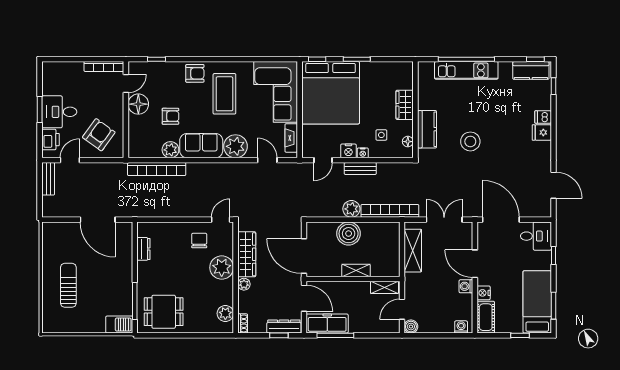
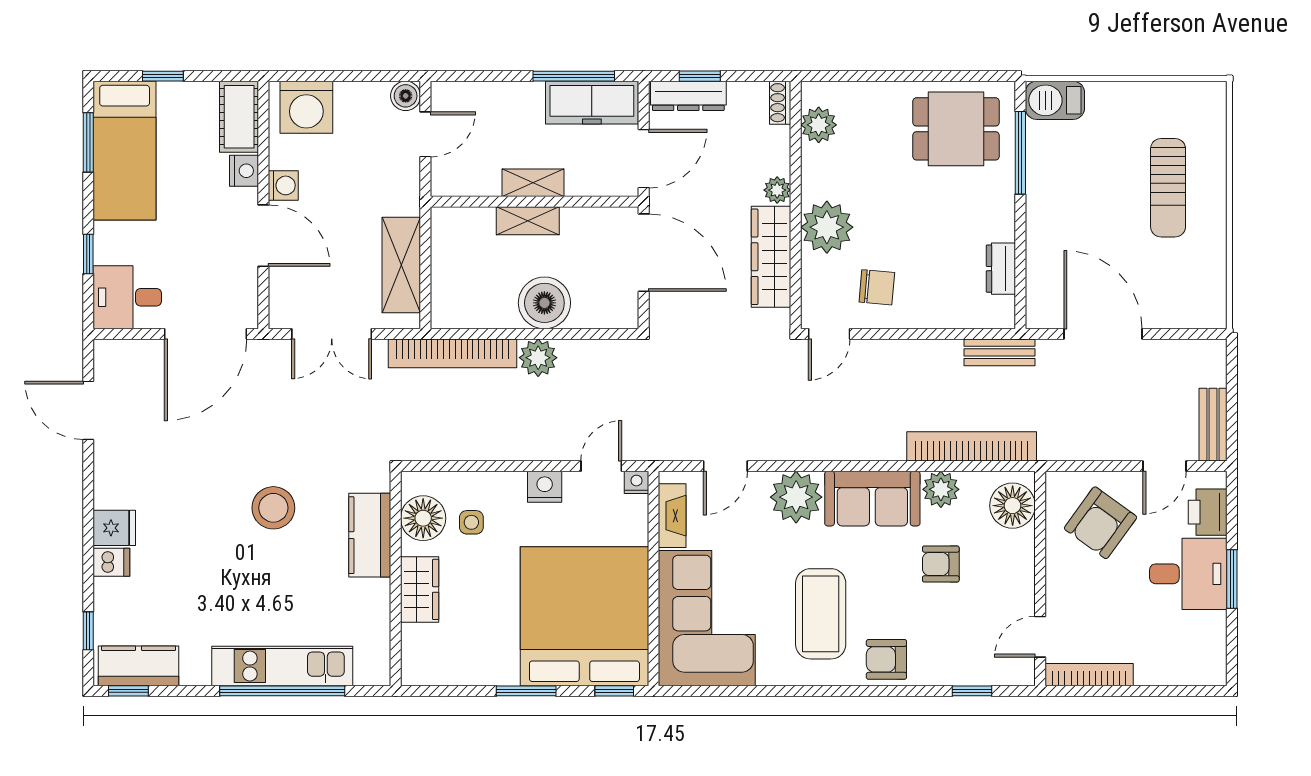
floor lamp: (138, 104) -> (1013, 506), moved
floor lamp: (408, 142) -> (423, 518), width x1.89, depth x1.89
nightstand: (363, 153) -> (636, 482), moved
door: (267, 160) -> (725, 466), hinge flipped
bench: (360, 169) -> (999, 352), moved
door: (501, 220) -> (205, 334), hinge flipped
chair: (199, 241) -> (877, 287), turned -85
shelving: (384, 287) -> (533, 183), moved
door: (304, 298) -> (644, 159), swing flipped
washing machine: (461, 327) -> (306, 107), width x1.89, depth x1.89

